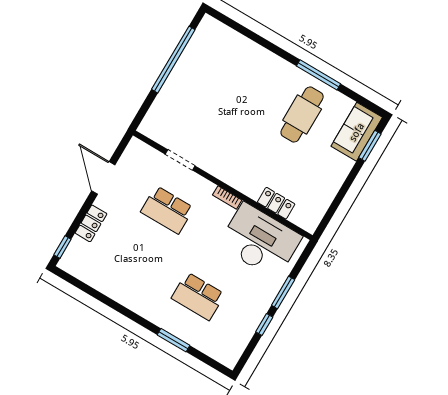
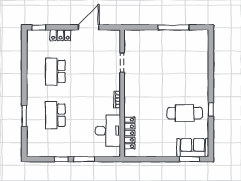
window: (173, 60) -> (173, 27), width x0.68
window: (318, 75) -> (211, 109), width x0.46
locker: (276, 203) -> (129, 133), width x1.53
school desk: (167, 210) -> (55, 72), moved
desk: (260, 241) -> (108, 131), width x0.73, depth x0.77

